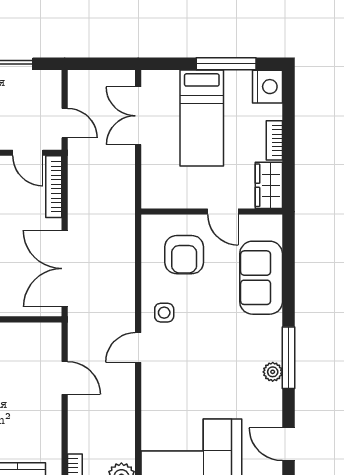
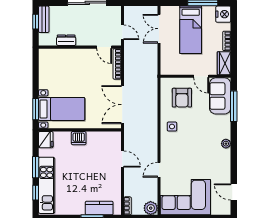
sofa: (261, 278) -> (220, 96), moved
door: (138, 348) -> (159, 170), moved
window: (288, 358) -> (234, 106), moved
plant: (273, 372) -> (226, 144), moved

